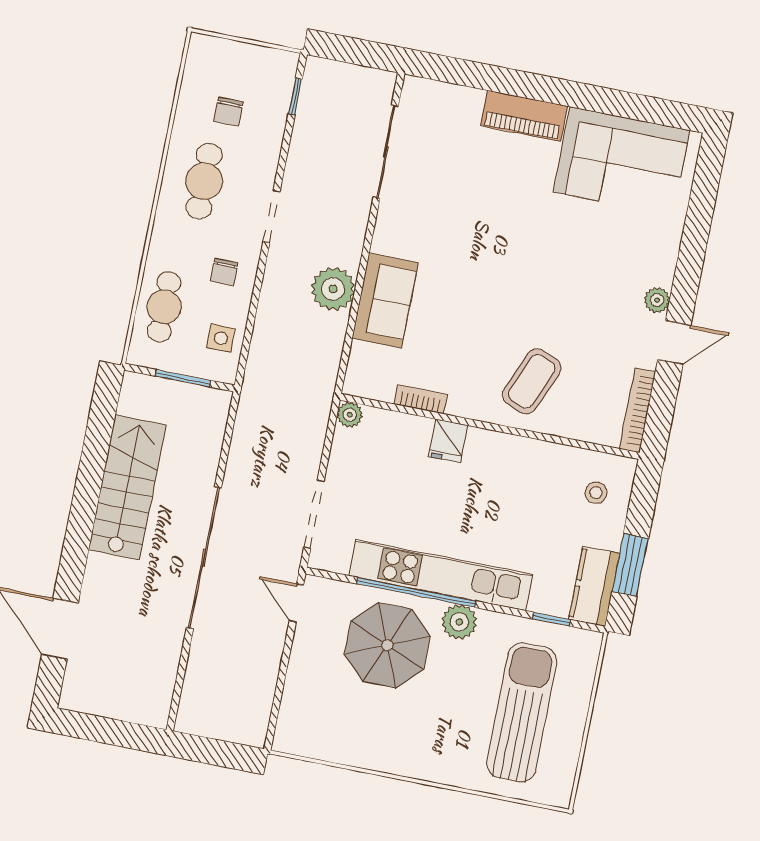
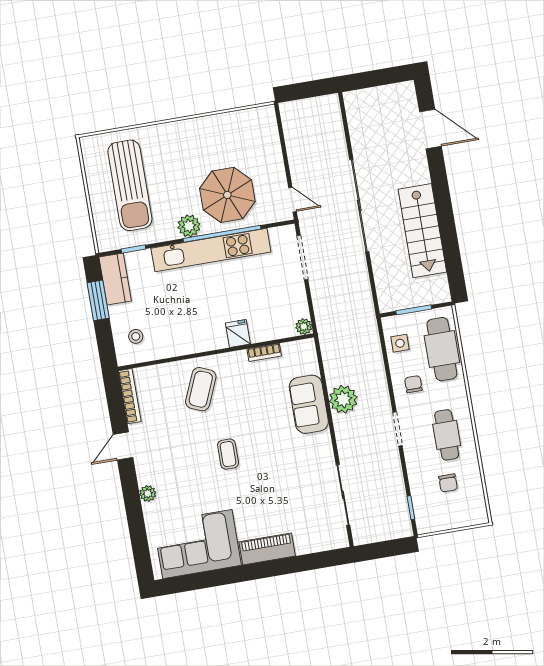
chair: (228, 112) -> (448, 483), turned 180
coffee table: (528, 273) -> (228, 454), added
plant: (657, 300) -> (148, 493), moved
cafe table: (164, 307) -> (442, 349), width x1.37, depth x1.35

